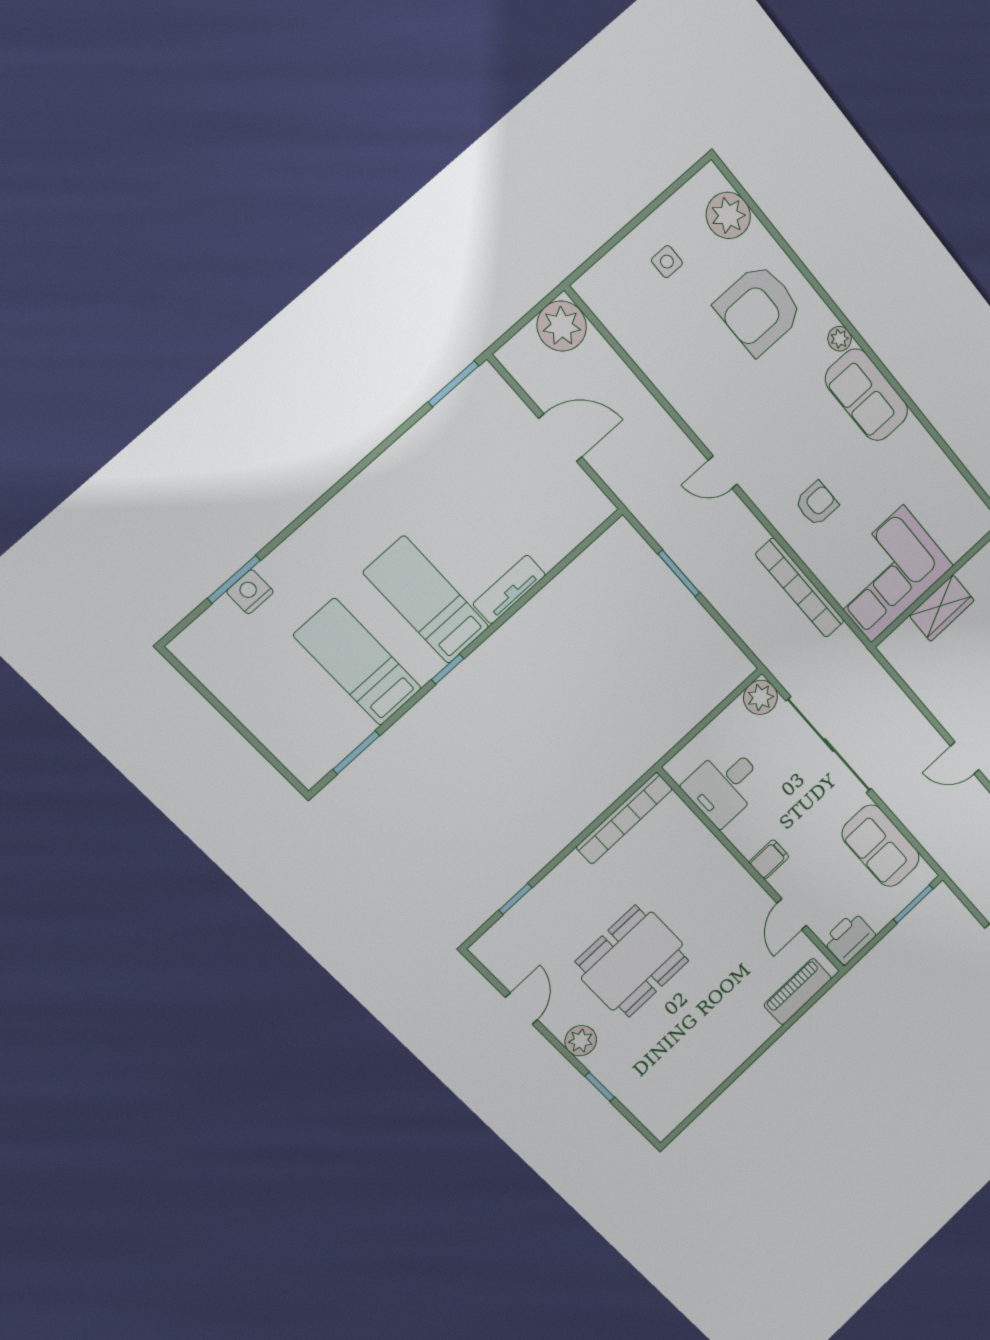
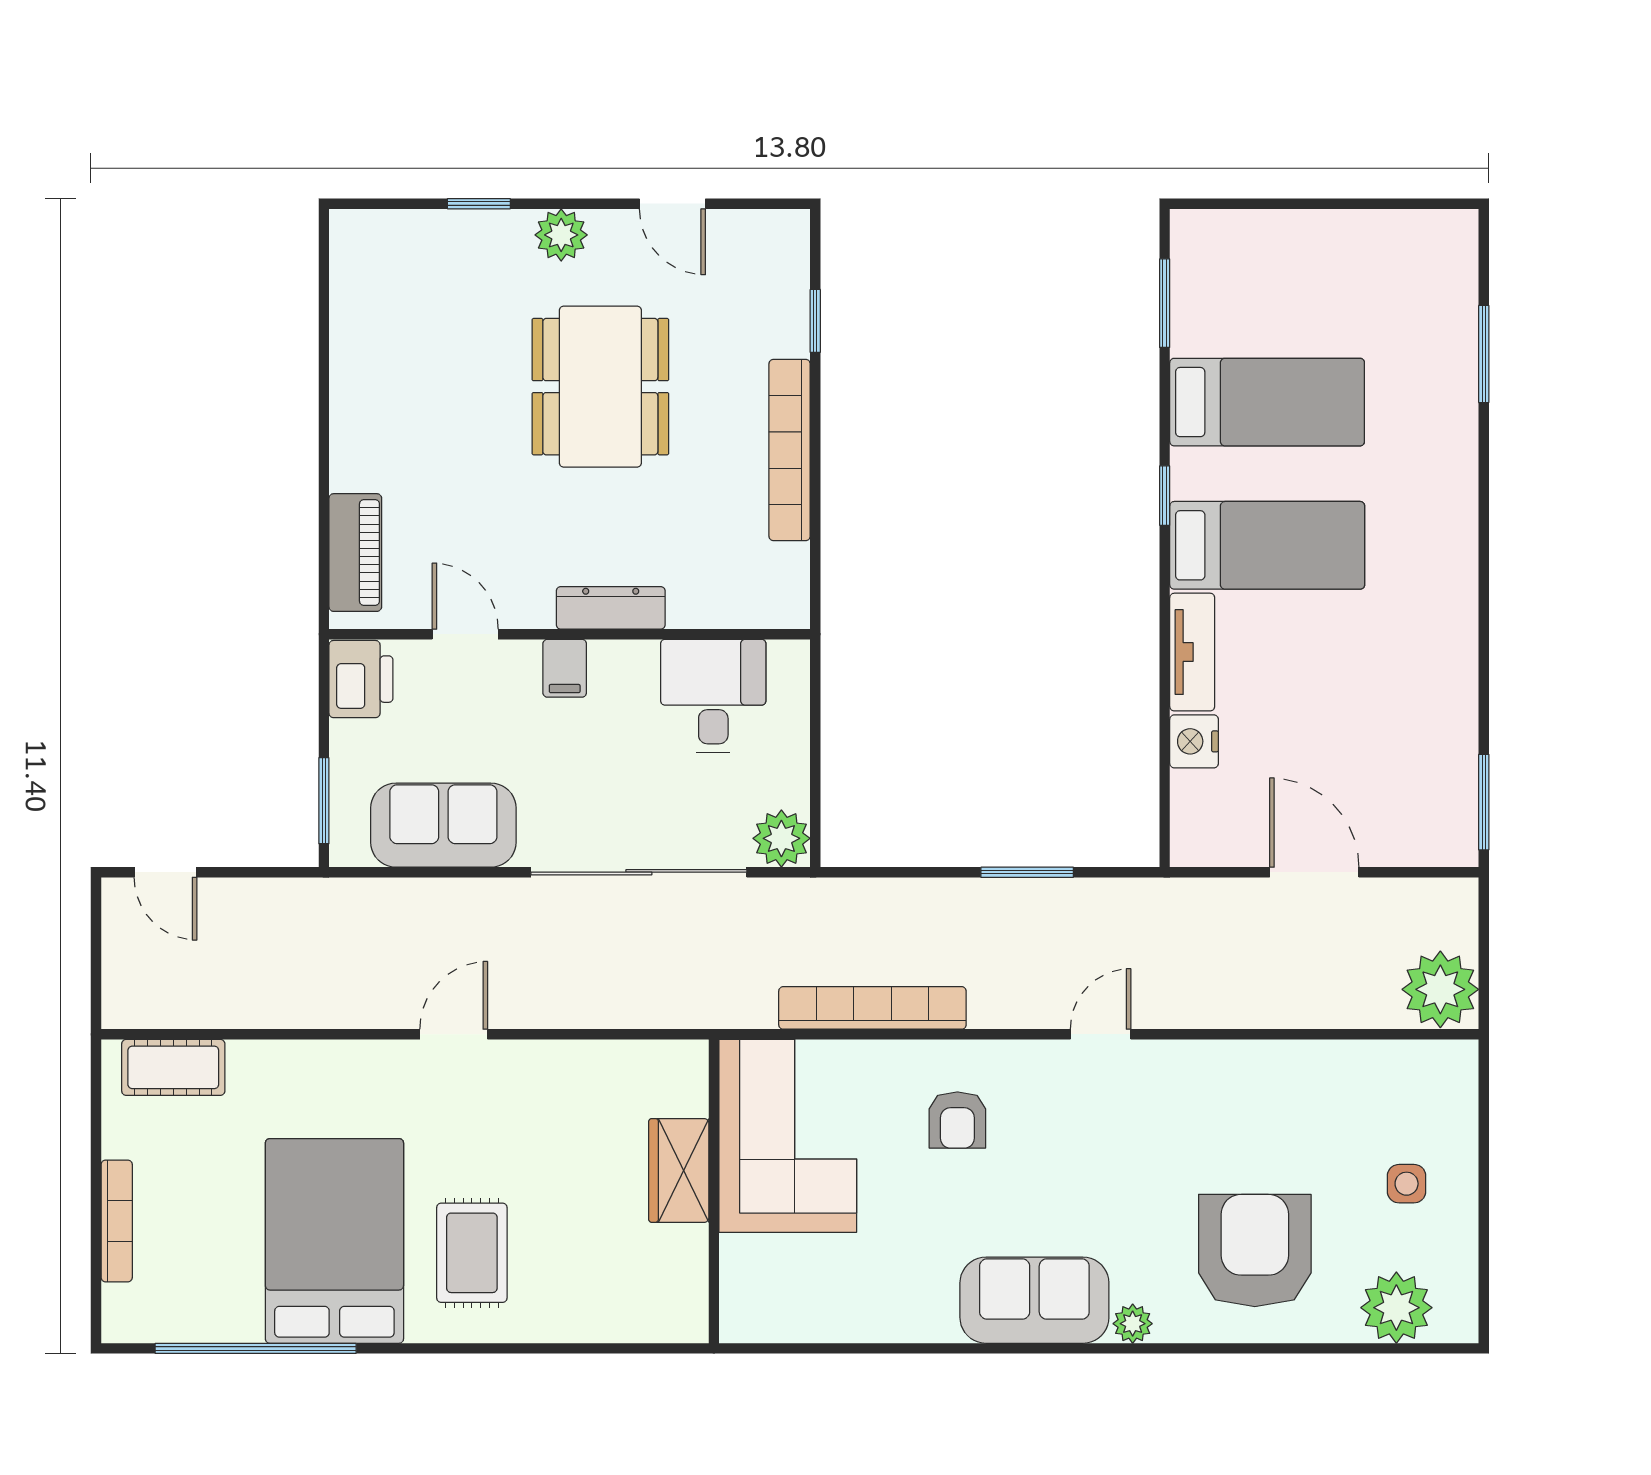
door: (560, 438) -> (1314, 872), swing flipped
nightstand: (250, 592) -> (1194, 741), moved, turned 180
bookcase: (624, 818) -> (790, 450), moved
dresser: (725, 865) -> (611, 608), added

